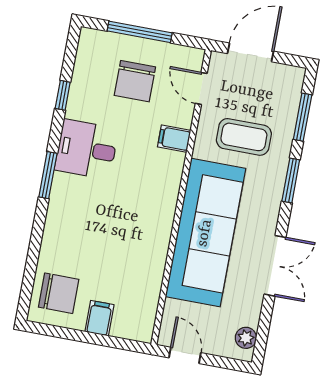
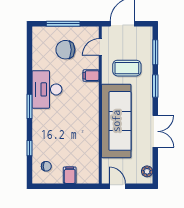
chair: (135, 81) -> (65, 50), turned 90
door: (201, 88) -> (100, 47), hinge flipped
window: (63, 95) -> (30, 148), moved
desk: (87, 149) -> (47, 89), width x1.37
chair: (59, 293) -> (46, 166), width x0.54, depth x0.54

